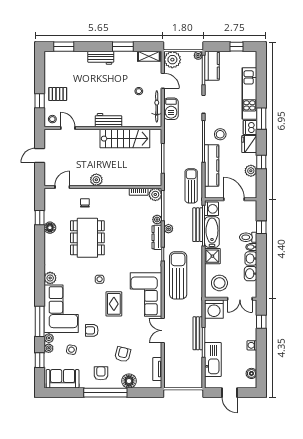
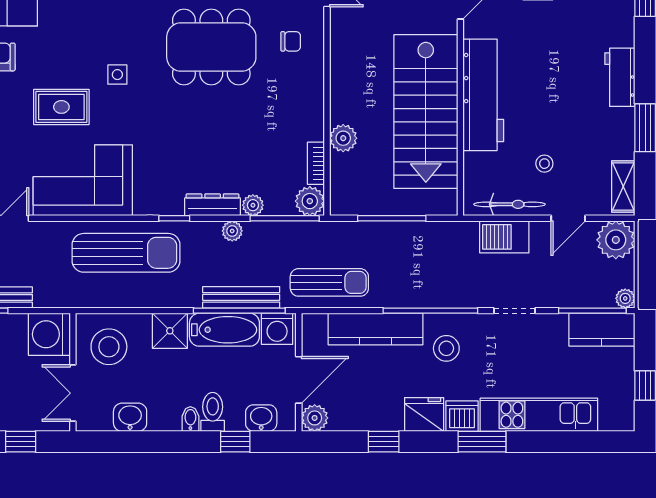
workbench: (108, 120) -> (483, 95), width x1.88, depth x1.32
stairs: (125, 139) -> (426, 112), width x1.36, depth x1.51
plant: (251, 171) -> (315, 418), moved
plant: (96, 180) -> (343, 138), moved
washbasin: (251, 259) -> (261, 418), moved

